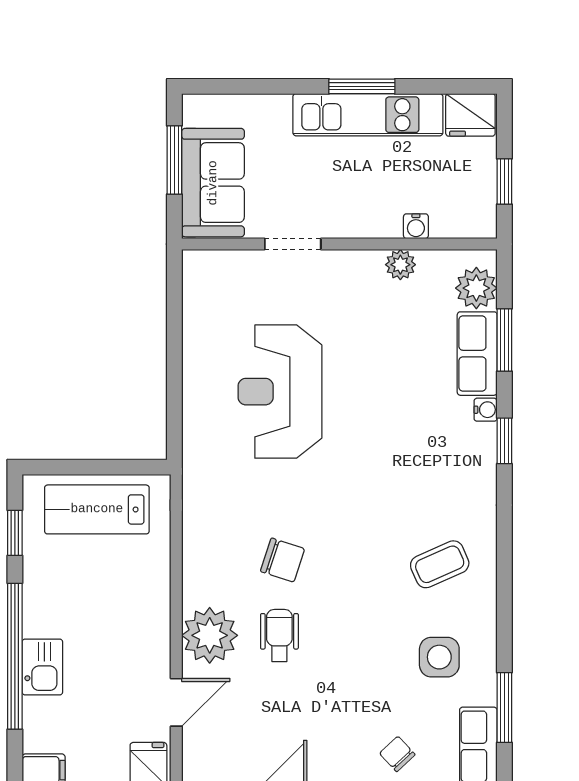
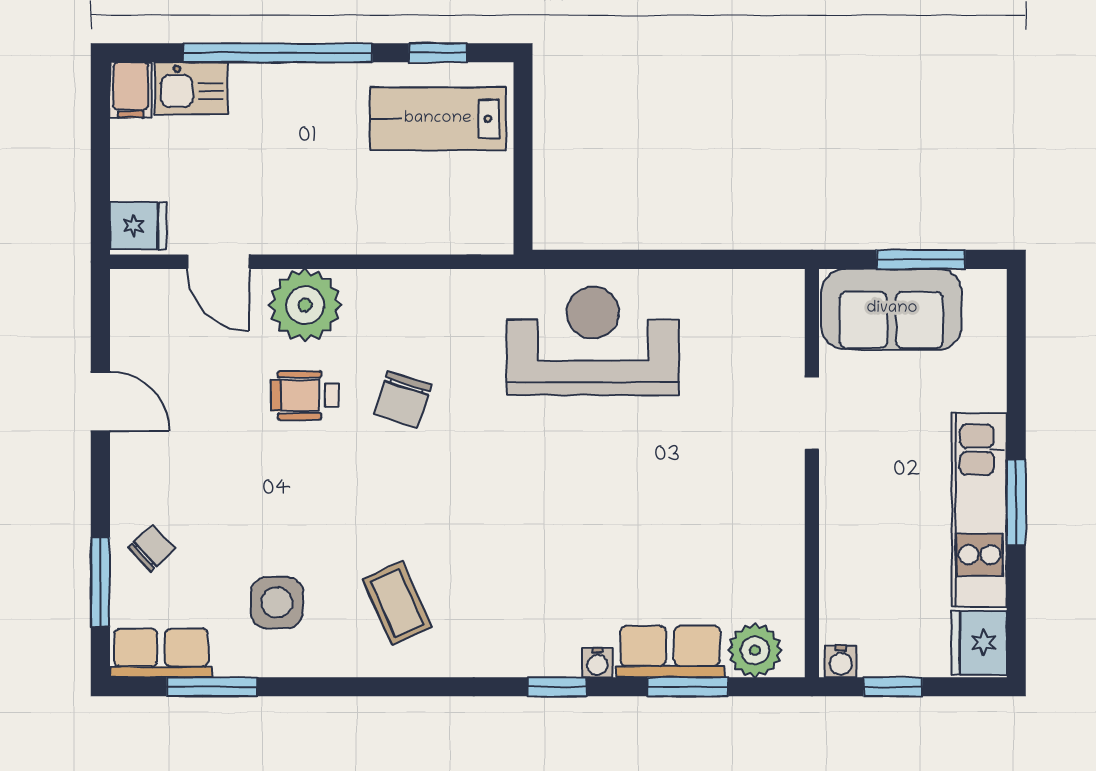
water cooler: (416, 226) -> (841, 661), moved, turned -90
plant: (400, 265) -> (785, 552), removed
reception desk: (280, 392) -> (593, 341), moved
lab bench: (97, 509) -> (438, 119), moved, turned -90
wheelchair: (279, 635) -> (305, 395), turned 180
kitchen sink: (42, 667) -> (191, 88), moved

